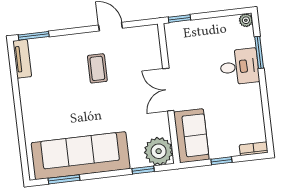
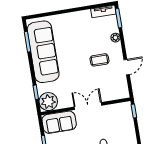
plant: (64, 42) -> (116, 38), added

